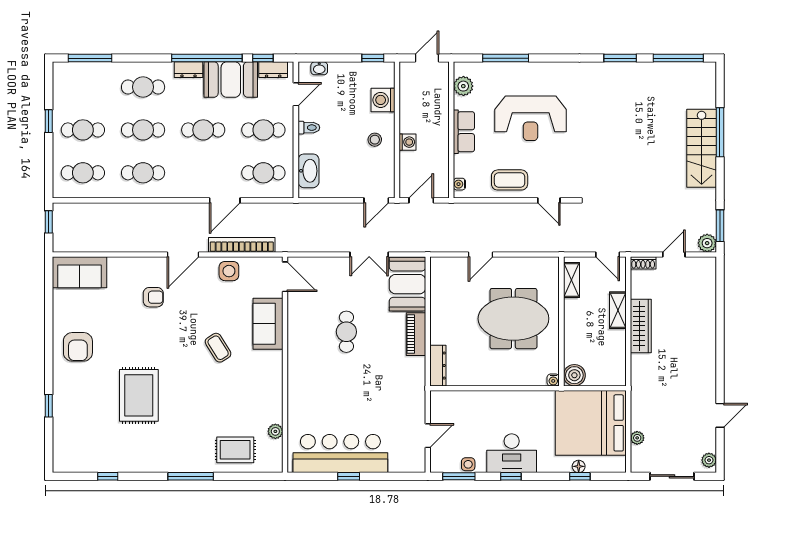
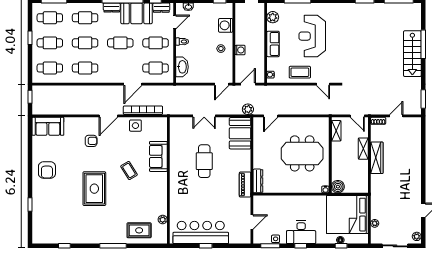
cafe table: (83, 87) -> (50, 18), added
reception desk: (531, 118) -> (312, 36), turned 90
plant: (707, 243) -> (248, 109), moved
double door: (369, 255) -> (204, 116), moved
door: (481, 255) -> (271, 116), moved
door: (285, 277) -> (168, 129), removed
cafe table: (346, 332) -> (204, 161), width x1.37, depth x1.35
piano: (416, 334) -> (245, 185), moved
rug: (139, 395) -> (94, 189), moved

